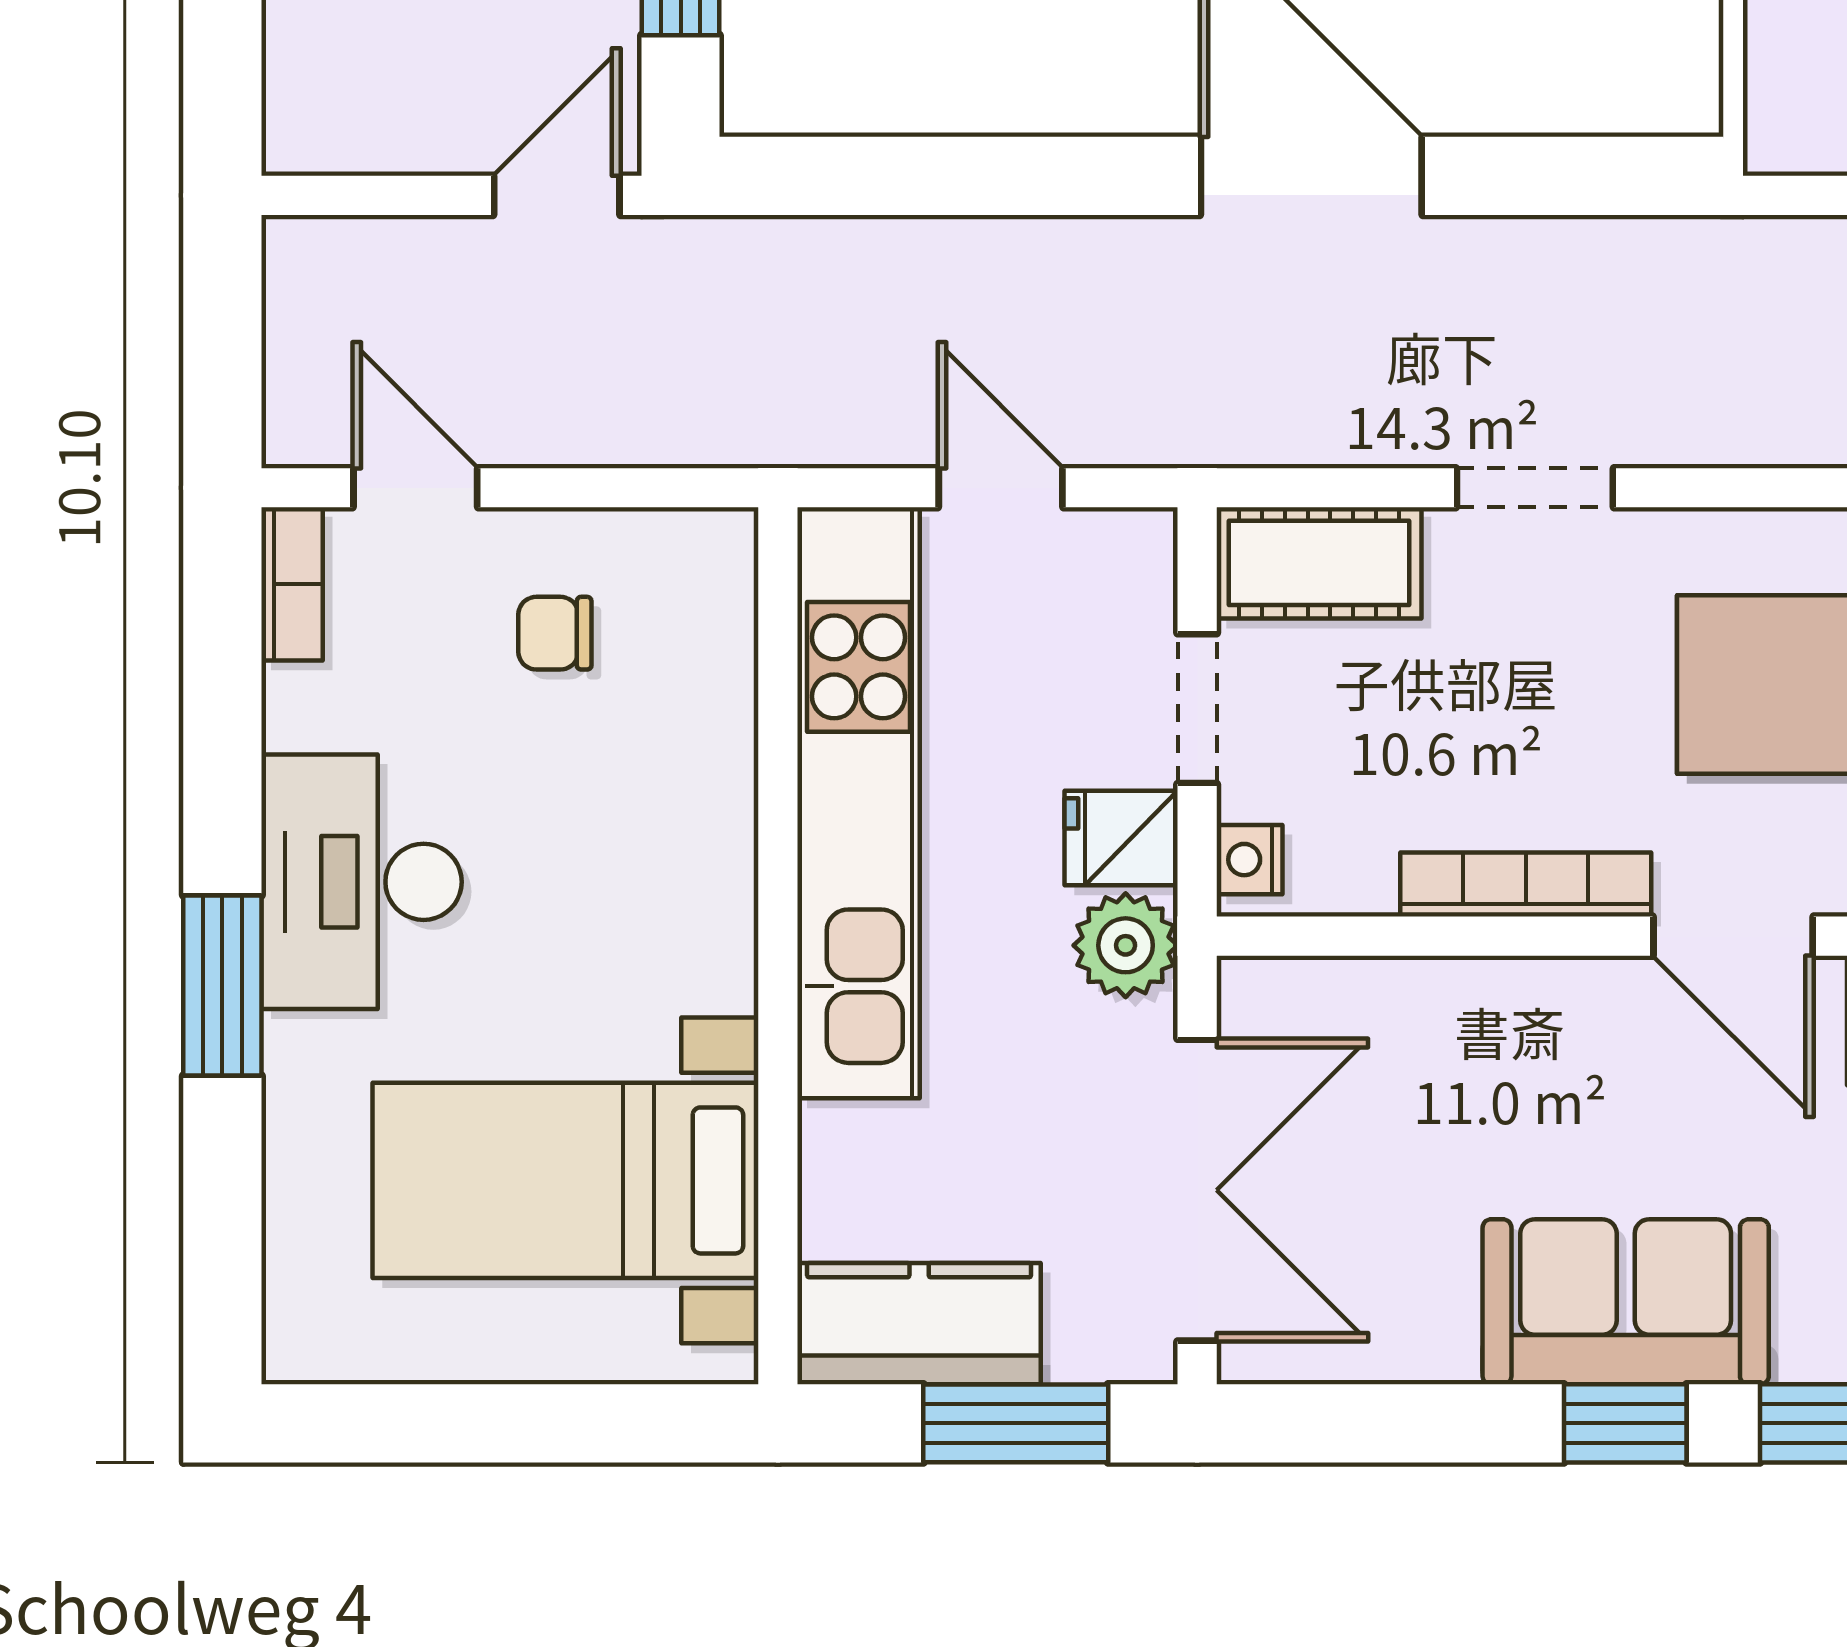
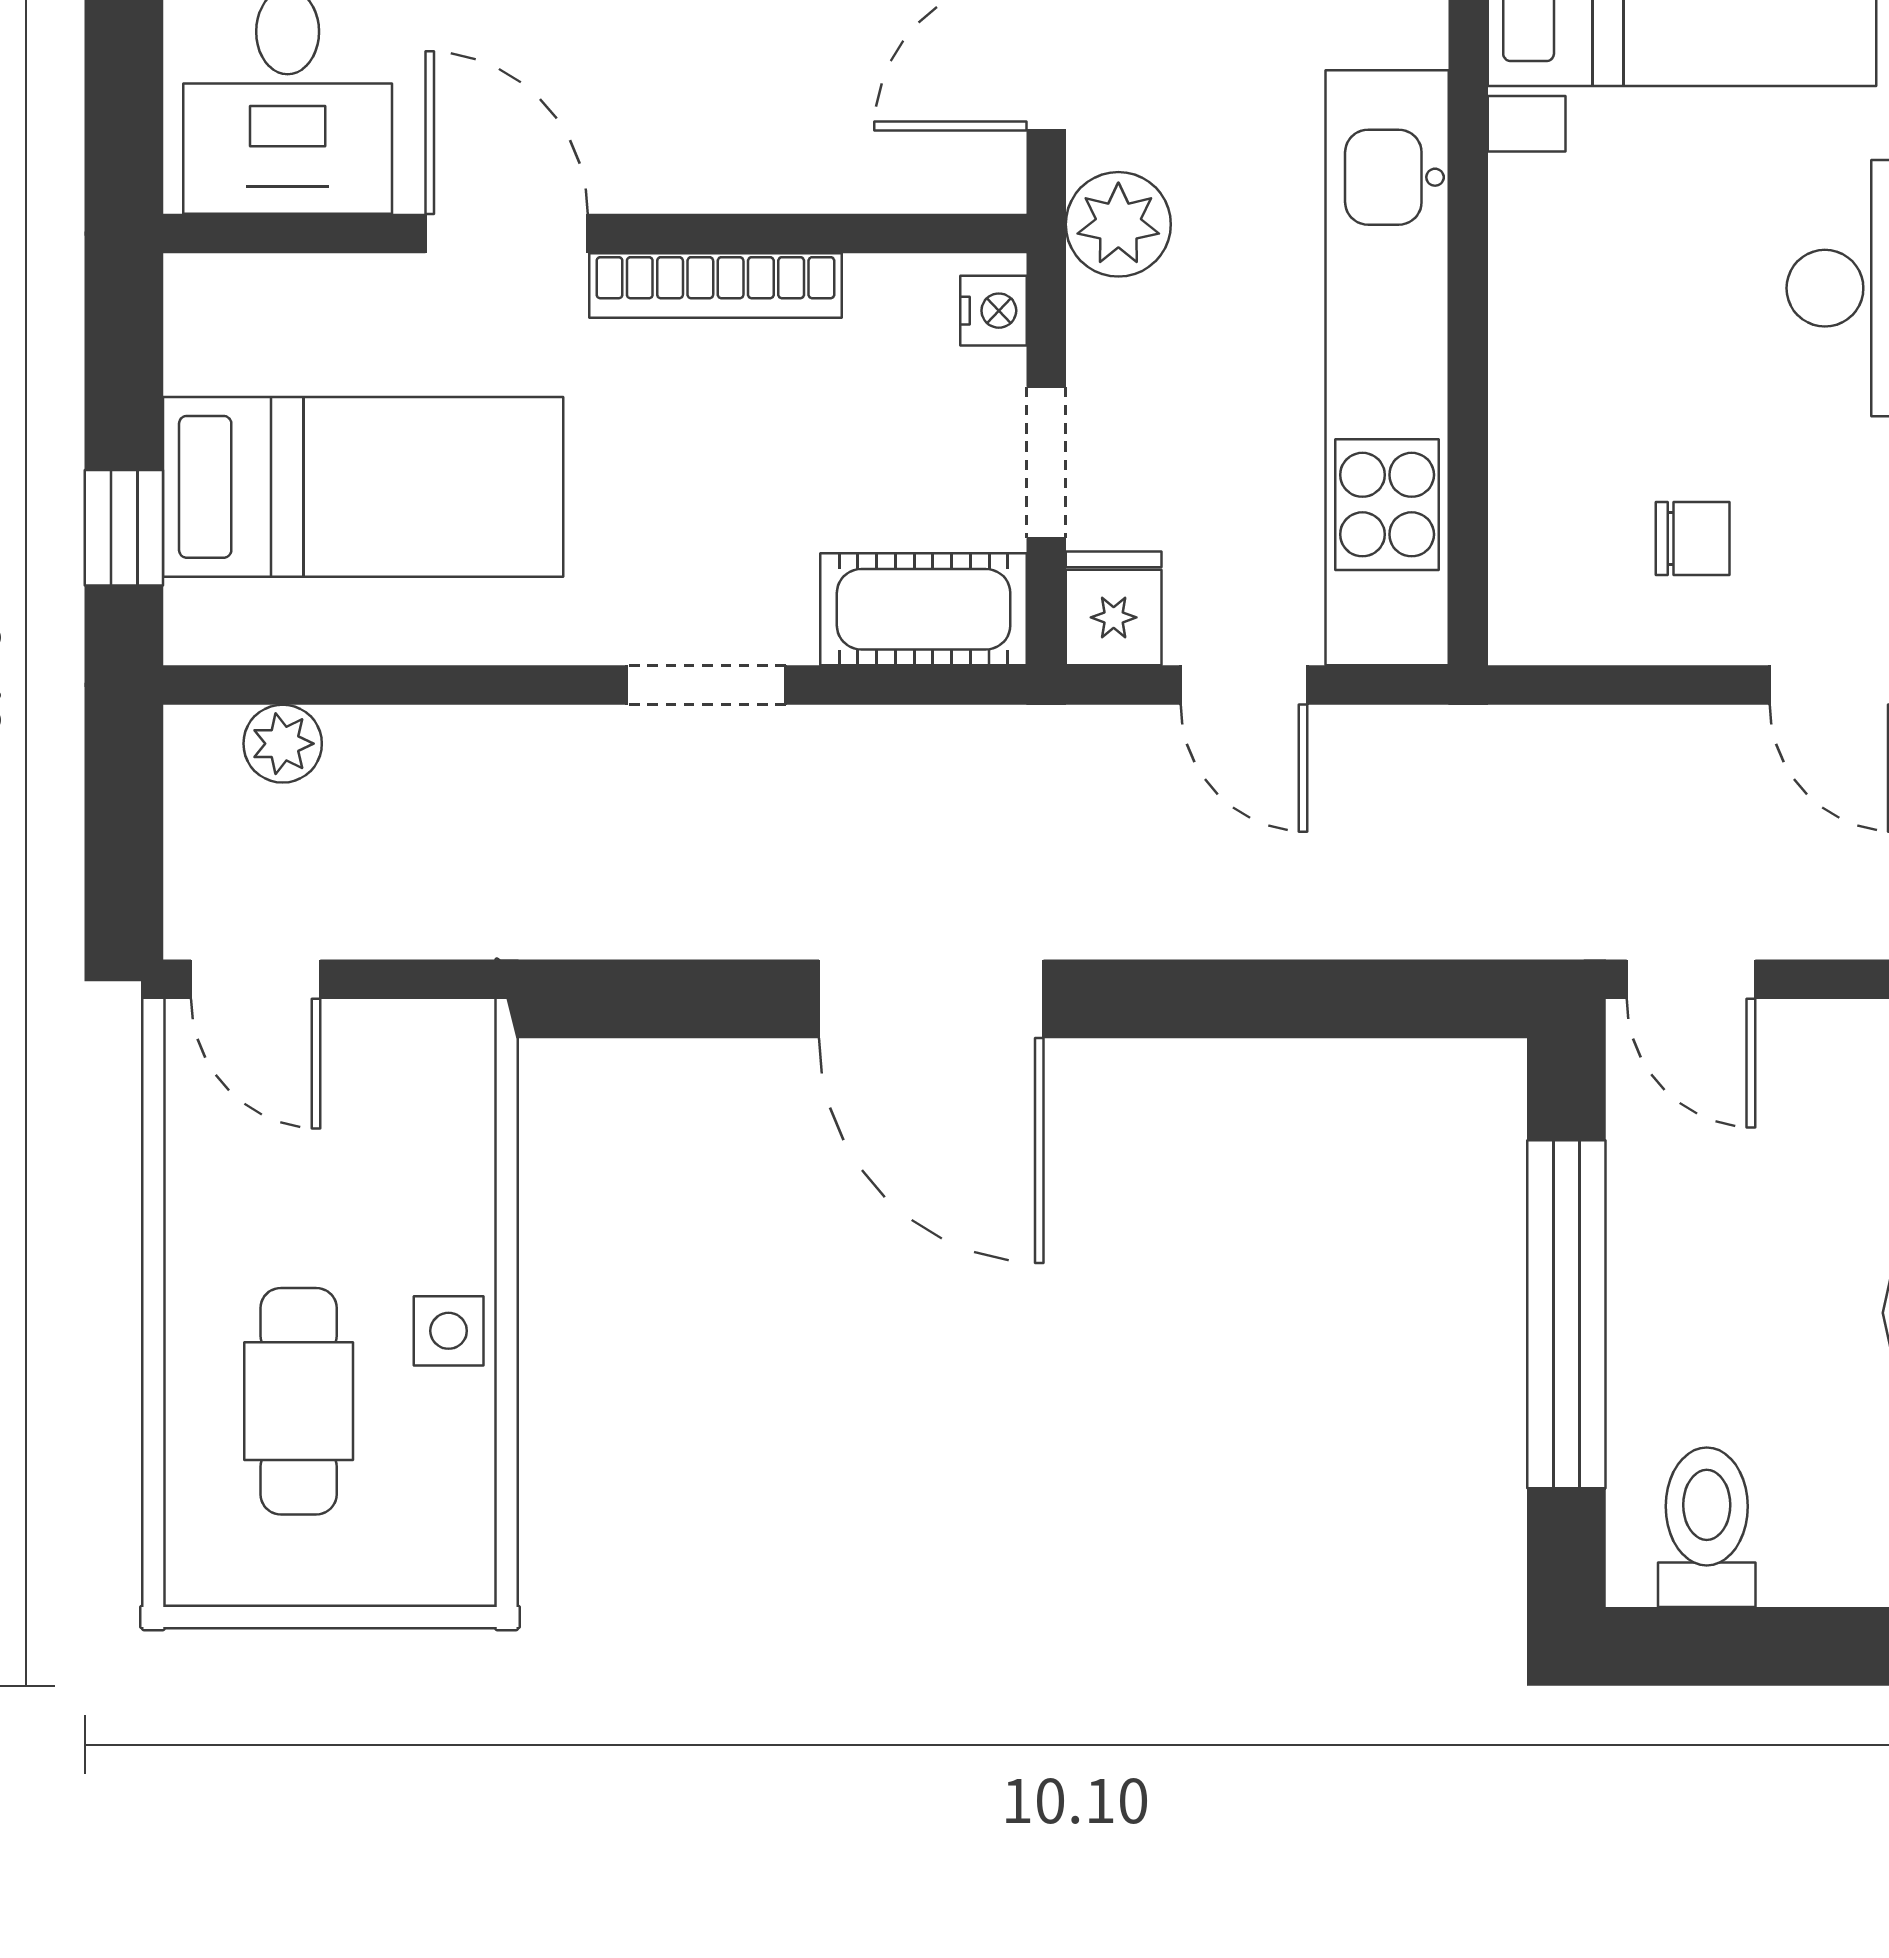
door: (557, 195) -> (1691, 979), hinge flipped
fridge: (1121, 838) -> (1114, 608), moved, turned -90

